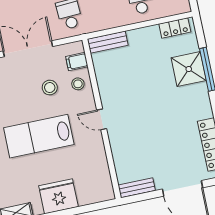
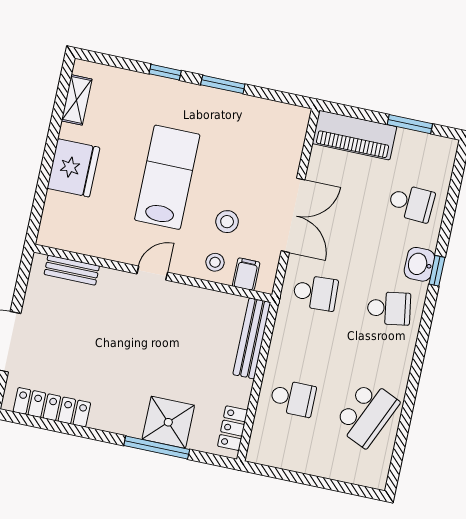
bench: (108, 42) -> (252, 338), width x1.36
bench: (137, 188) -> (72, 270), moved, turned 90

